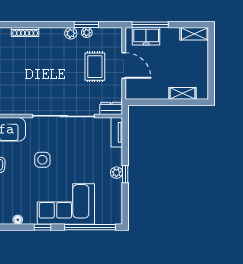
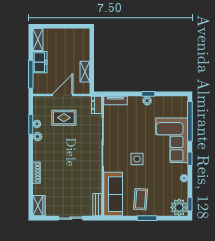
freezer: (146, 36) -> (40, 62), moved
shelving: (183, 93) -> (85, 72), moved

